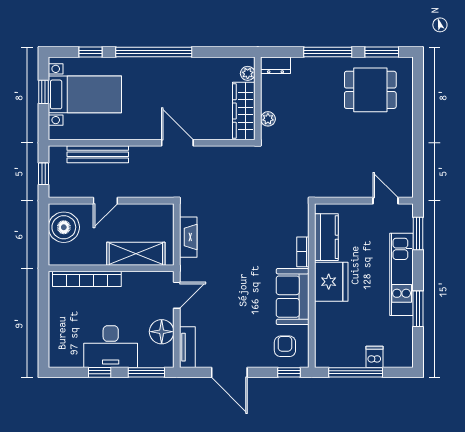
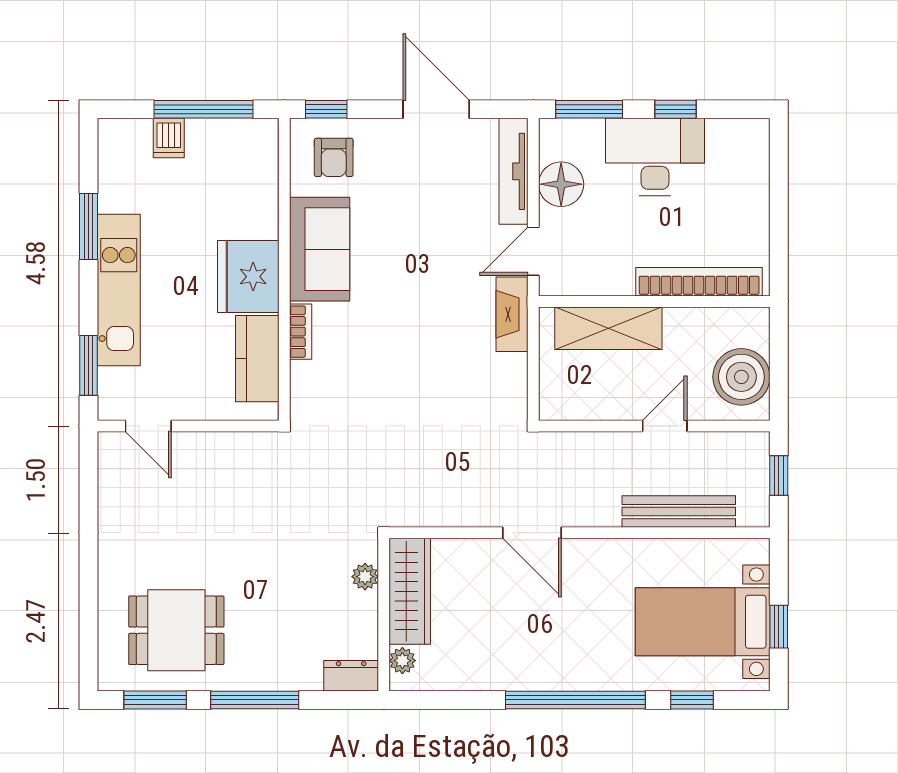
fireplace: (188, 237) -> (512, 314), moved
tv unit: (187, 347) -> (514, 171), width x1.41

